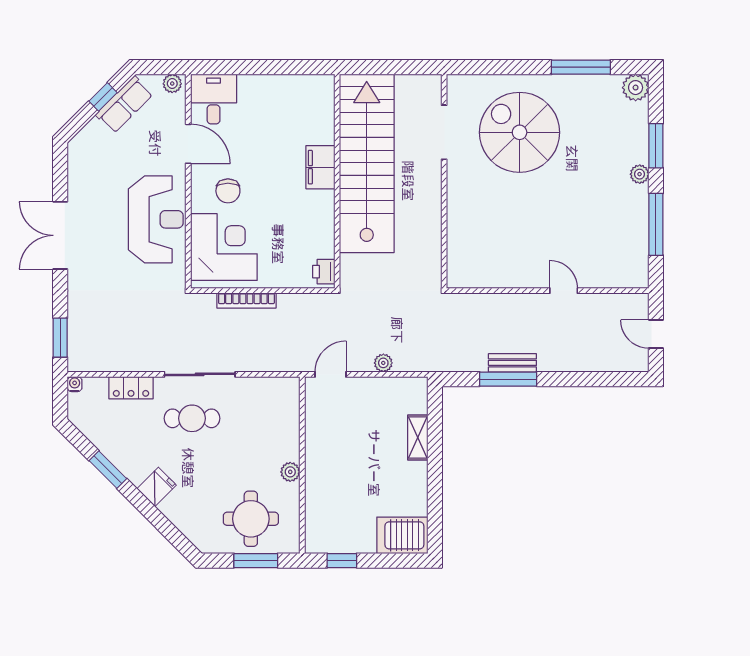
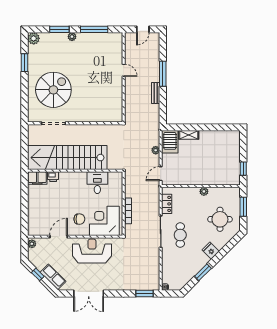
window: (581, 67) -> (25, 63), width x0.69
desk: (214, 99) -> (97, 183), moved, turned 90
row of seats: (124, 105) -> (53, 277), moved
spiral stairs: (520, 132) -> (53, 90), turned 180
filing cabinet: (320, 167) -> (37, 178), moved
double door: (60, 235) -> (89, 293), moved
printer: (324, 272) -> (53, 177), moved
door: (564, 291) -> (124, 70), swing flipped
door: (330, 374) -> (161, 174), hinge flipped
window: (508, 379) -> (163, 74), moved
locker: (131, 388) -> (167, 204), moved
round table: (251, 519) -> (220, 219), moved
server rack: (402, 535) -> (170, 142), moved

